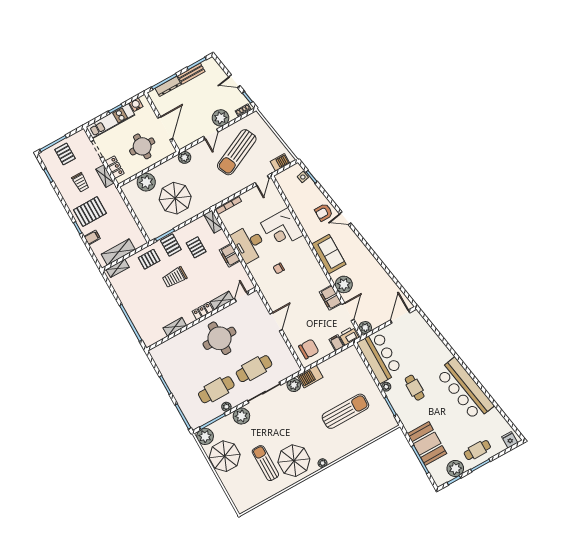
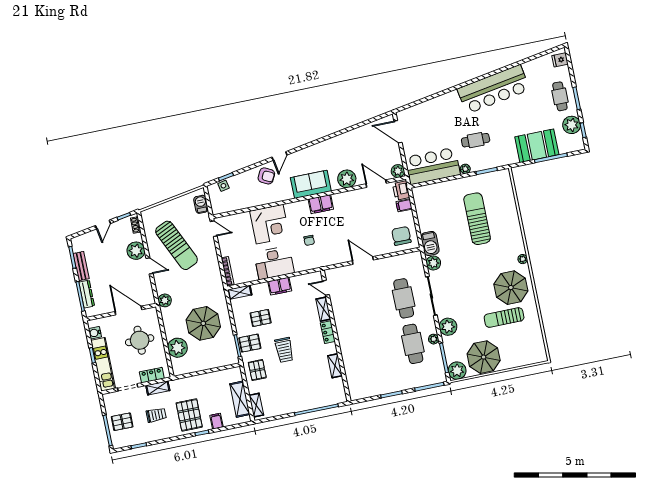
armchair: (324, 212) -> (266, 176), turned -63
filing cabinet: (330, 298) -> (321, 204), moved
round table: (219, 338) -> (361, 324), removed

